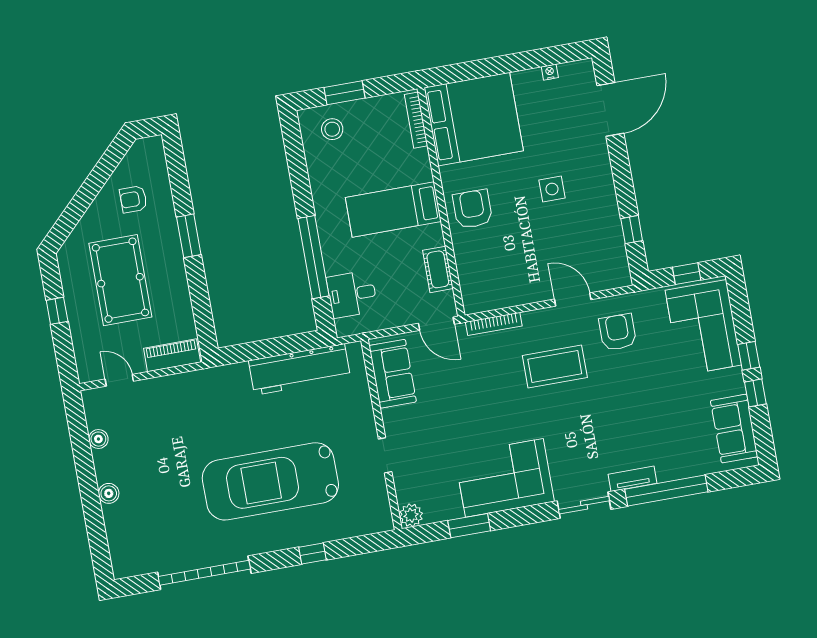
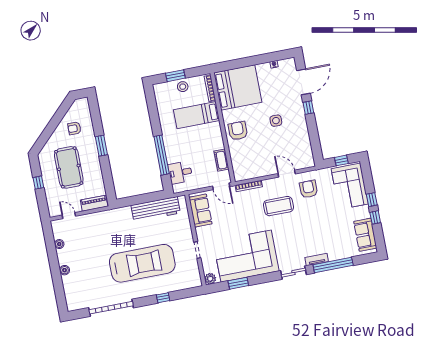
stool: (332, 129) -> (183, 87), moved
bed: (393, 210) -> (197, 115), moved
window: (632, 230) -> (308, 108), moved
corner sofa: (504, 478) -> (246, 256), width x1.36, depth x1.36
car: (270, 481) -> (142, 263), turned 180

